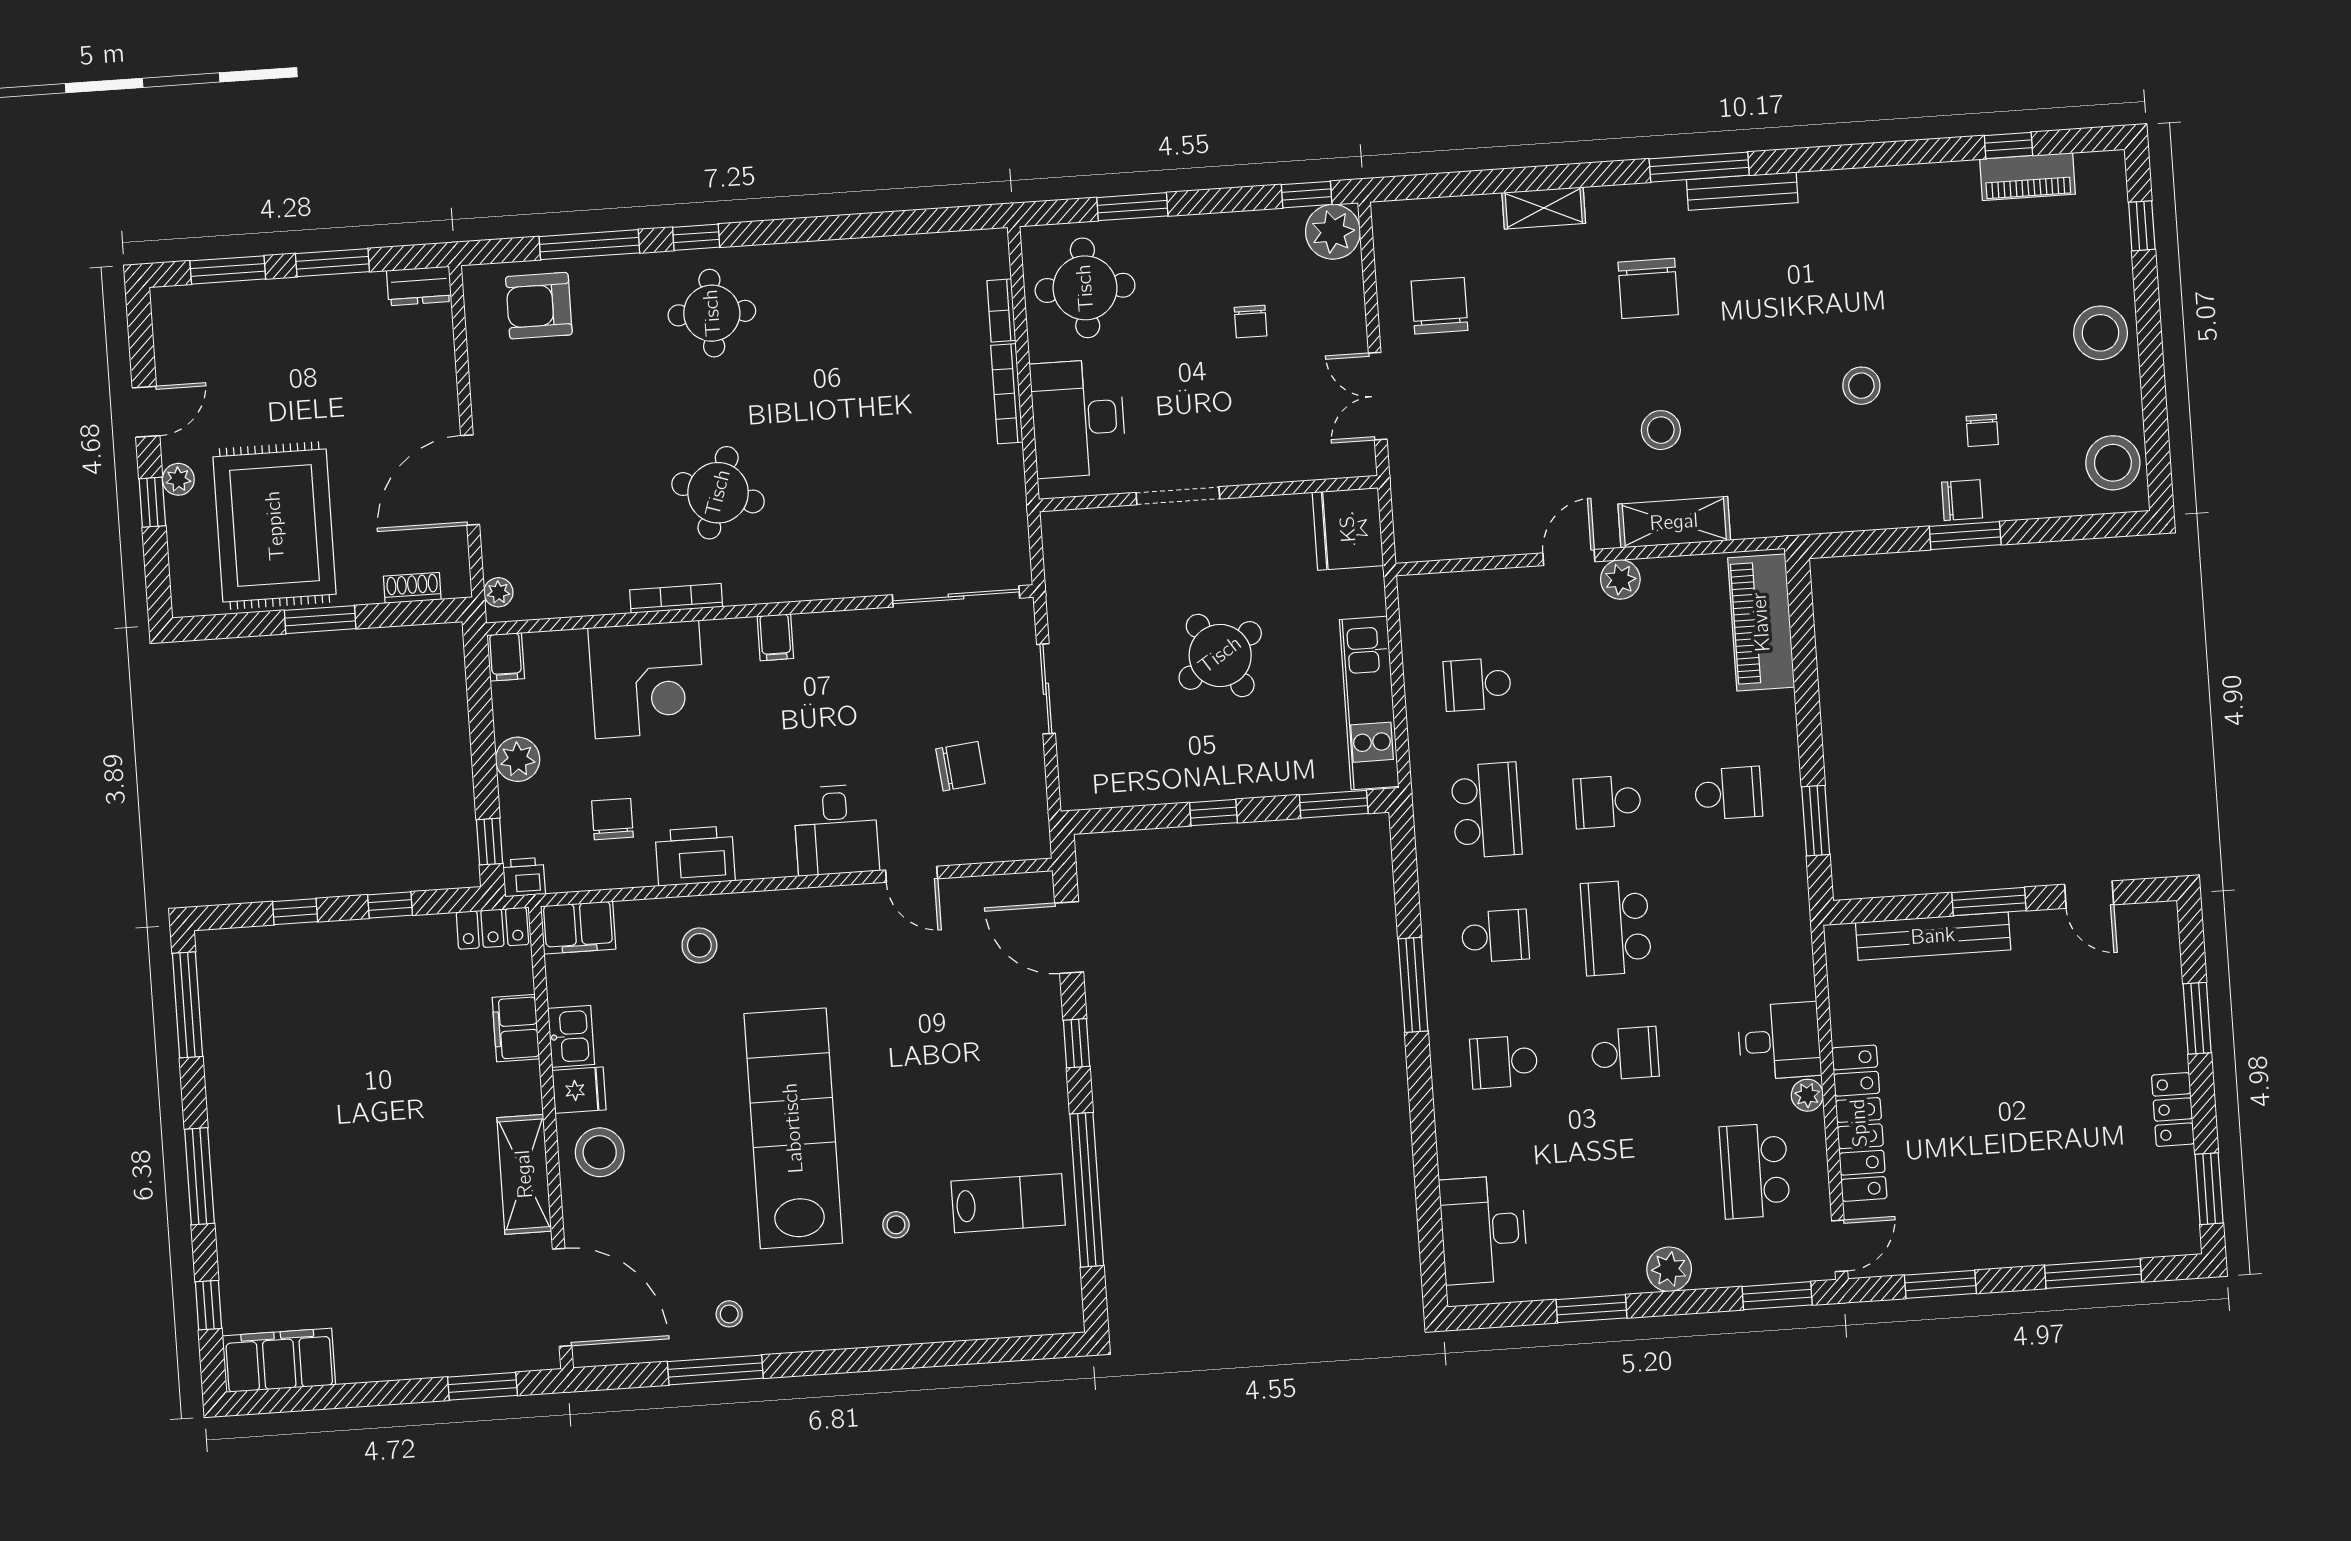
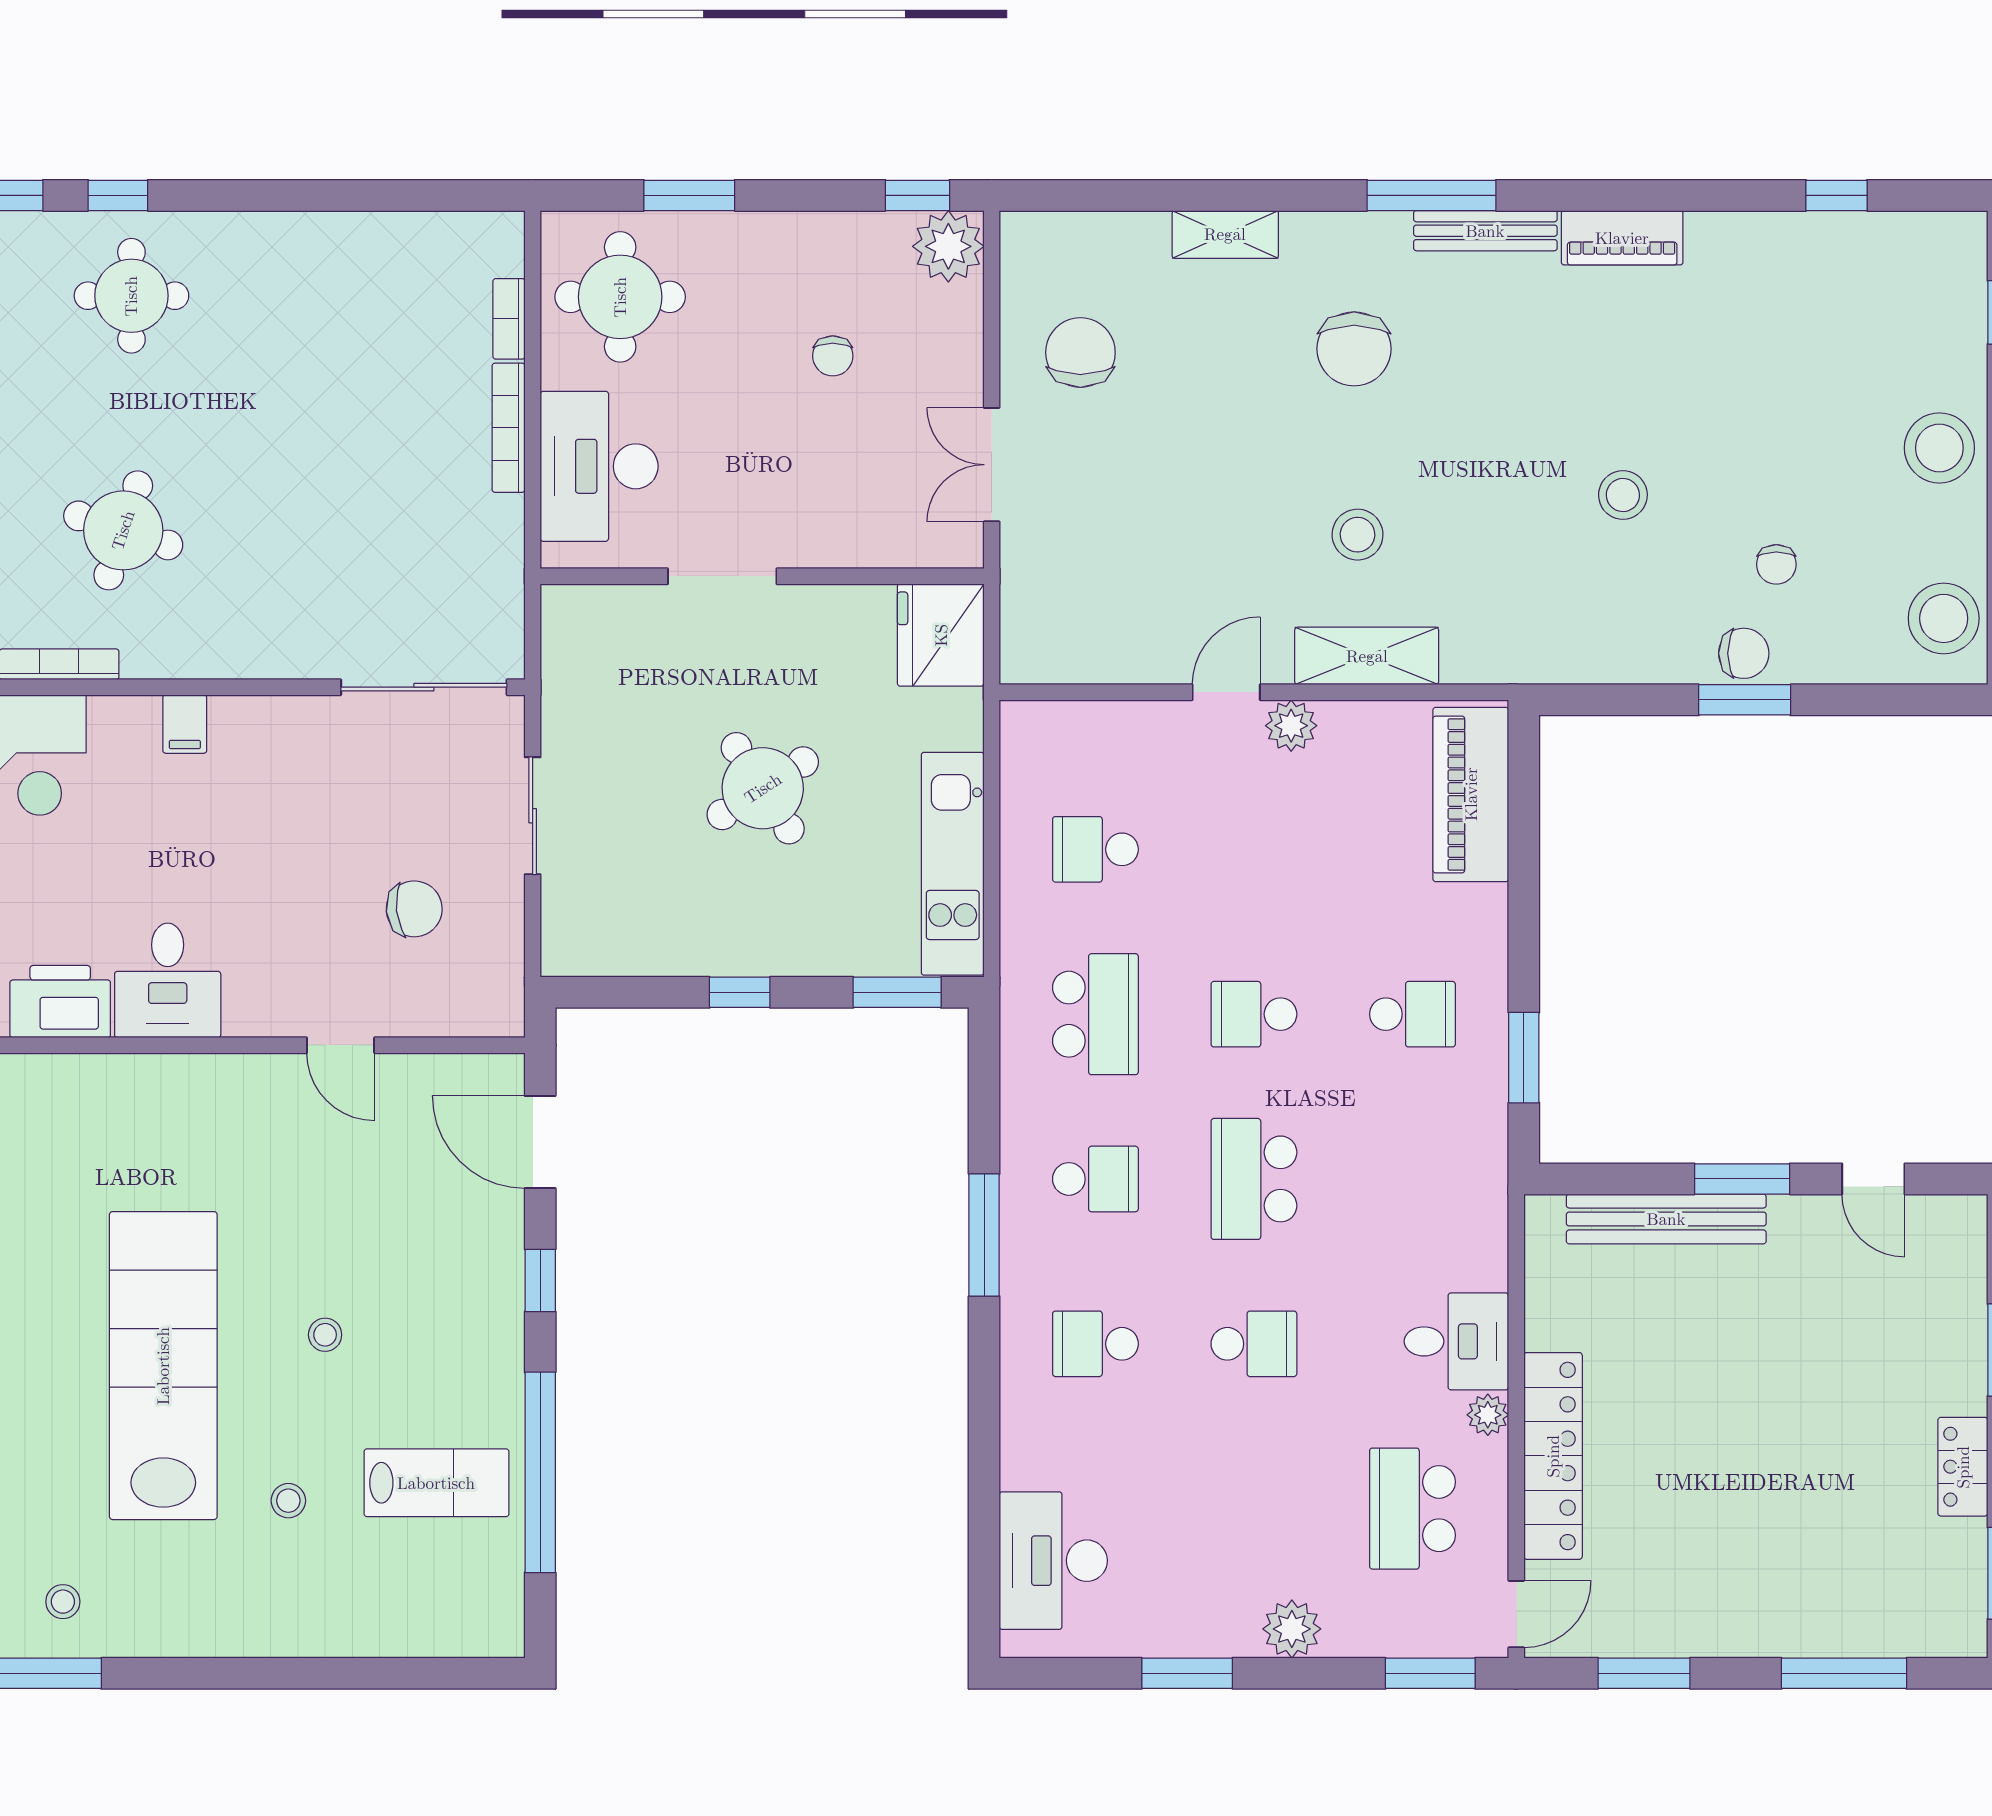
piano: (2028, 177) -> (1622, 238), moved
desk: (836, 830) -> (168, 980), moved
stool: (699, 945) -> (325, 1335), moved, width x0.73, depth x0.73

